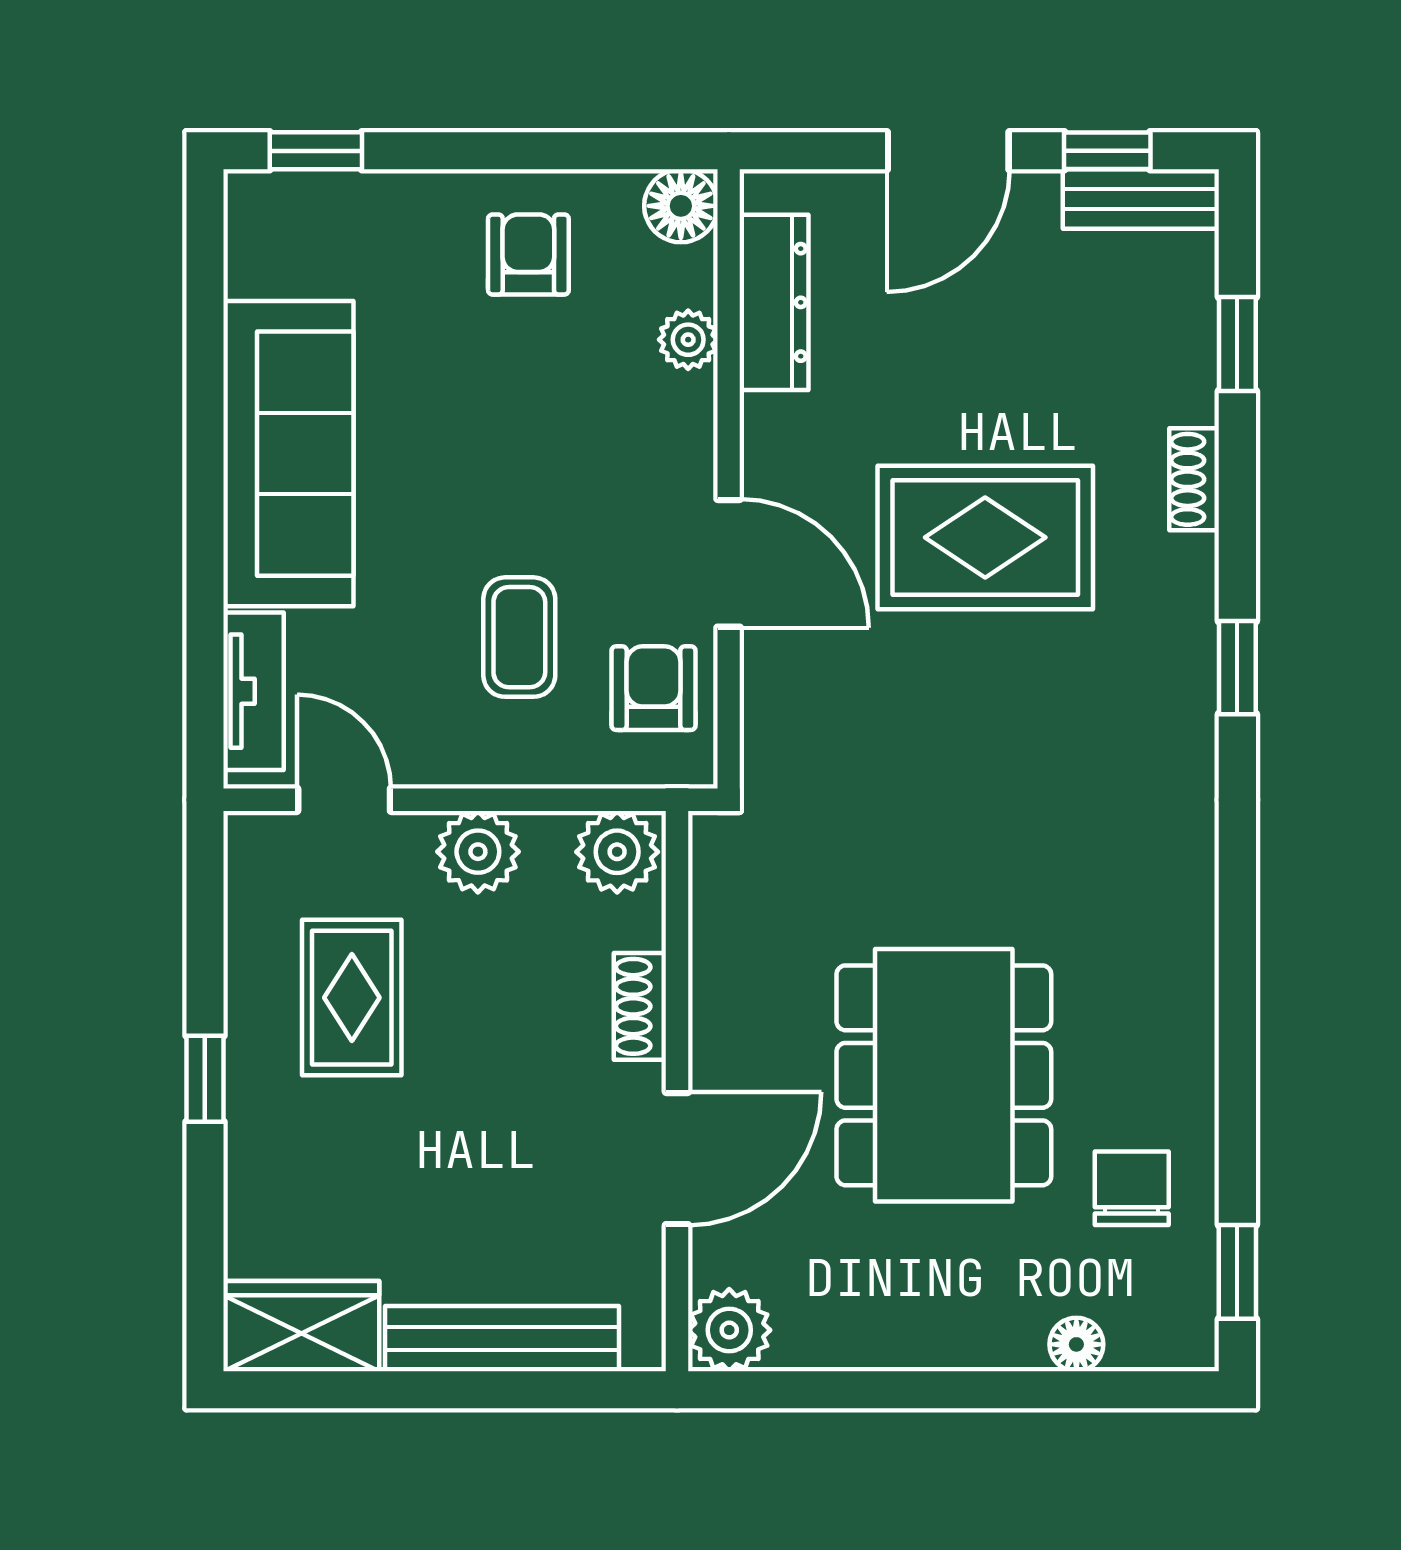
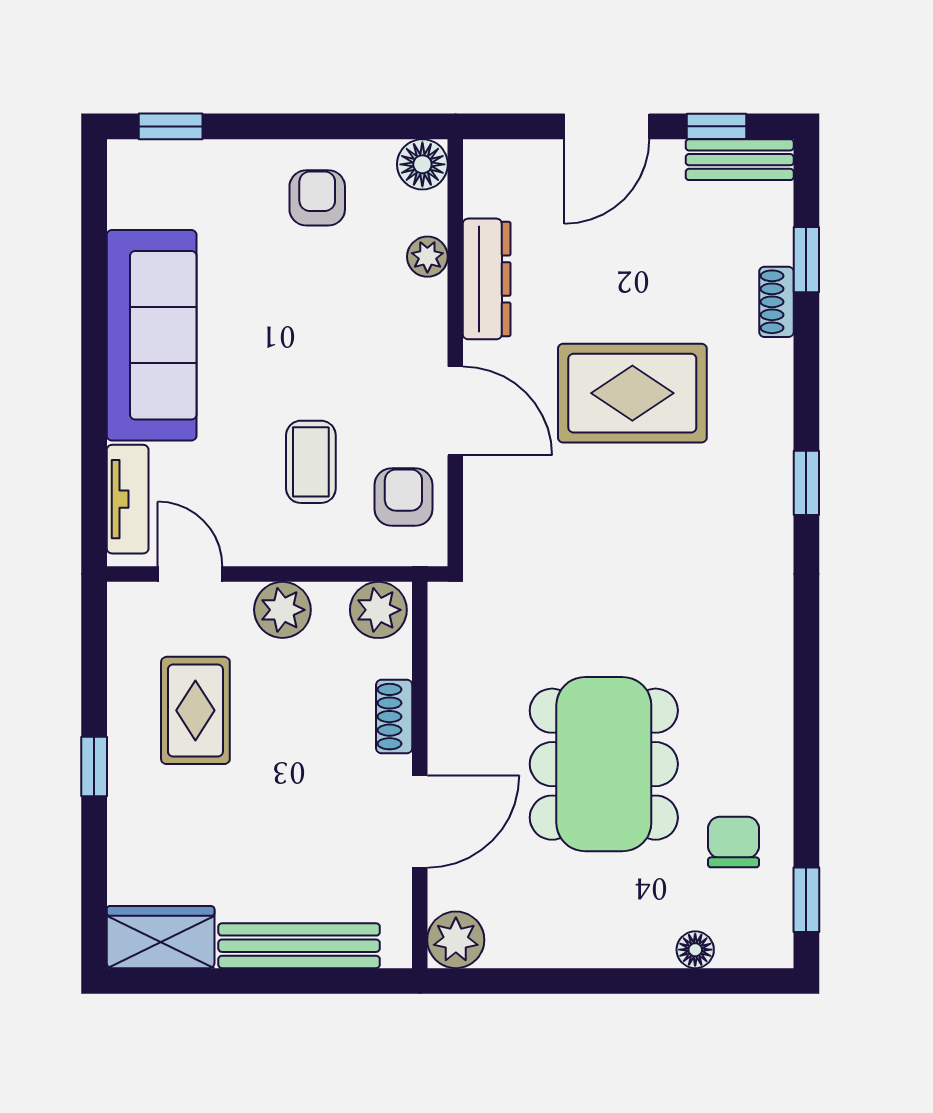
dresser: (774, 302) -> (487, 279), moved
shoe rack: (1194, 479) -> (776, 302), moved

